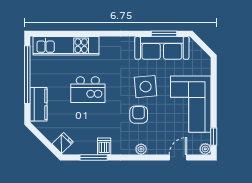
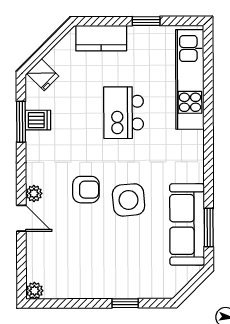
window: (27, 75) -> (146, 21), width x0.32
corner sofa: (191, 104) -> (102, 269), removed
window: (214, 137) -> (125, 303), moved
dishwasher: (104, 146) -> (38, 120), moved
door: (178, 157) -> (21, 218), moved

